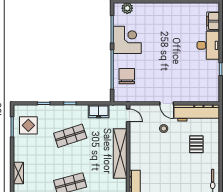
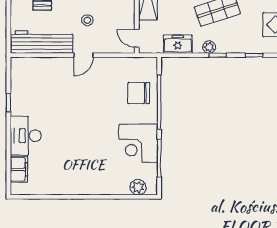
chair: (127, 76) -> (139, 93), turned 90
door: (167, 103) -> (83, 55), swing flipped
plant: (76, 109) -> (209, 47), added

